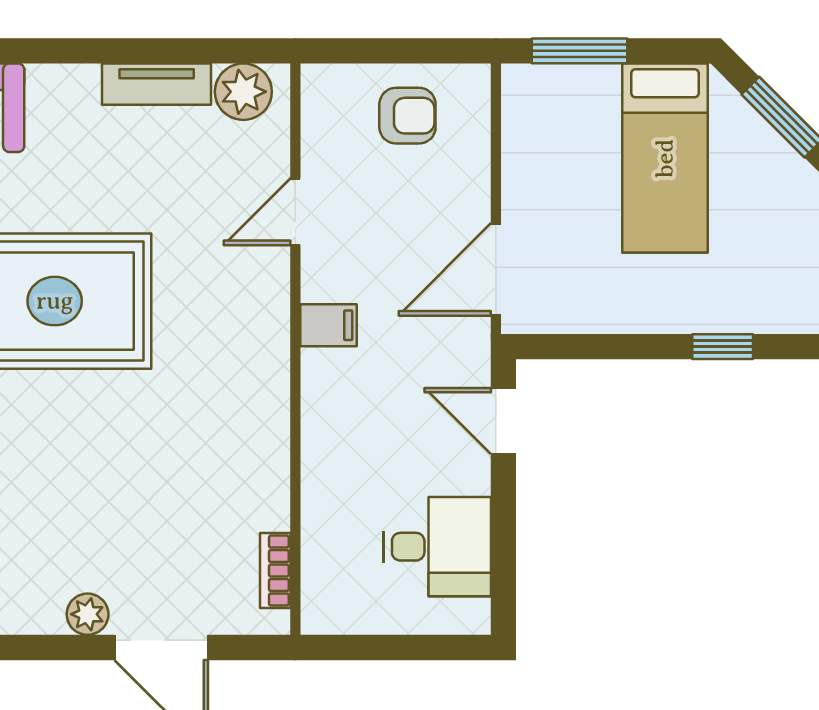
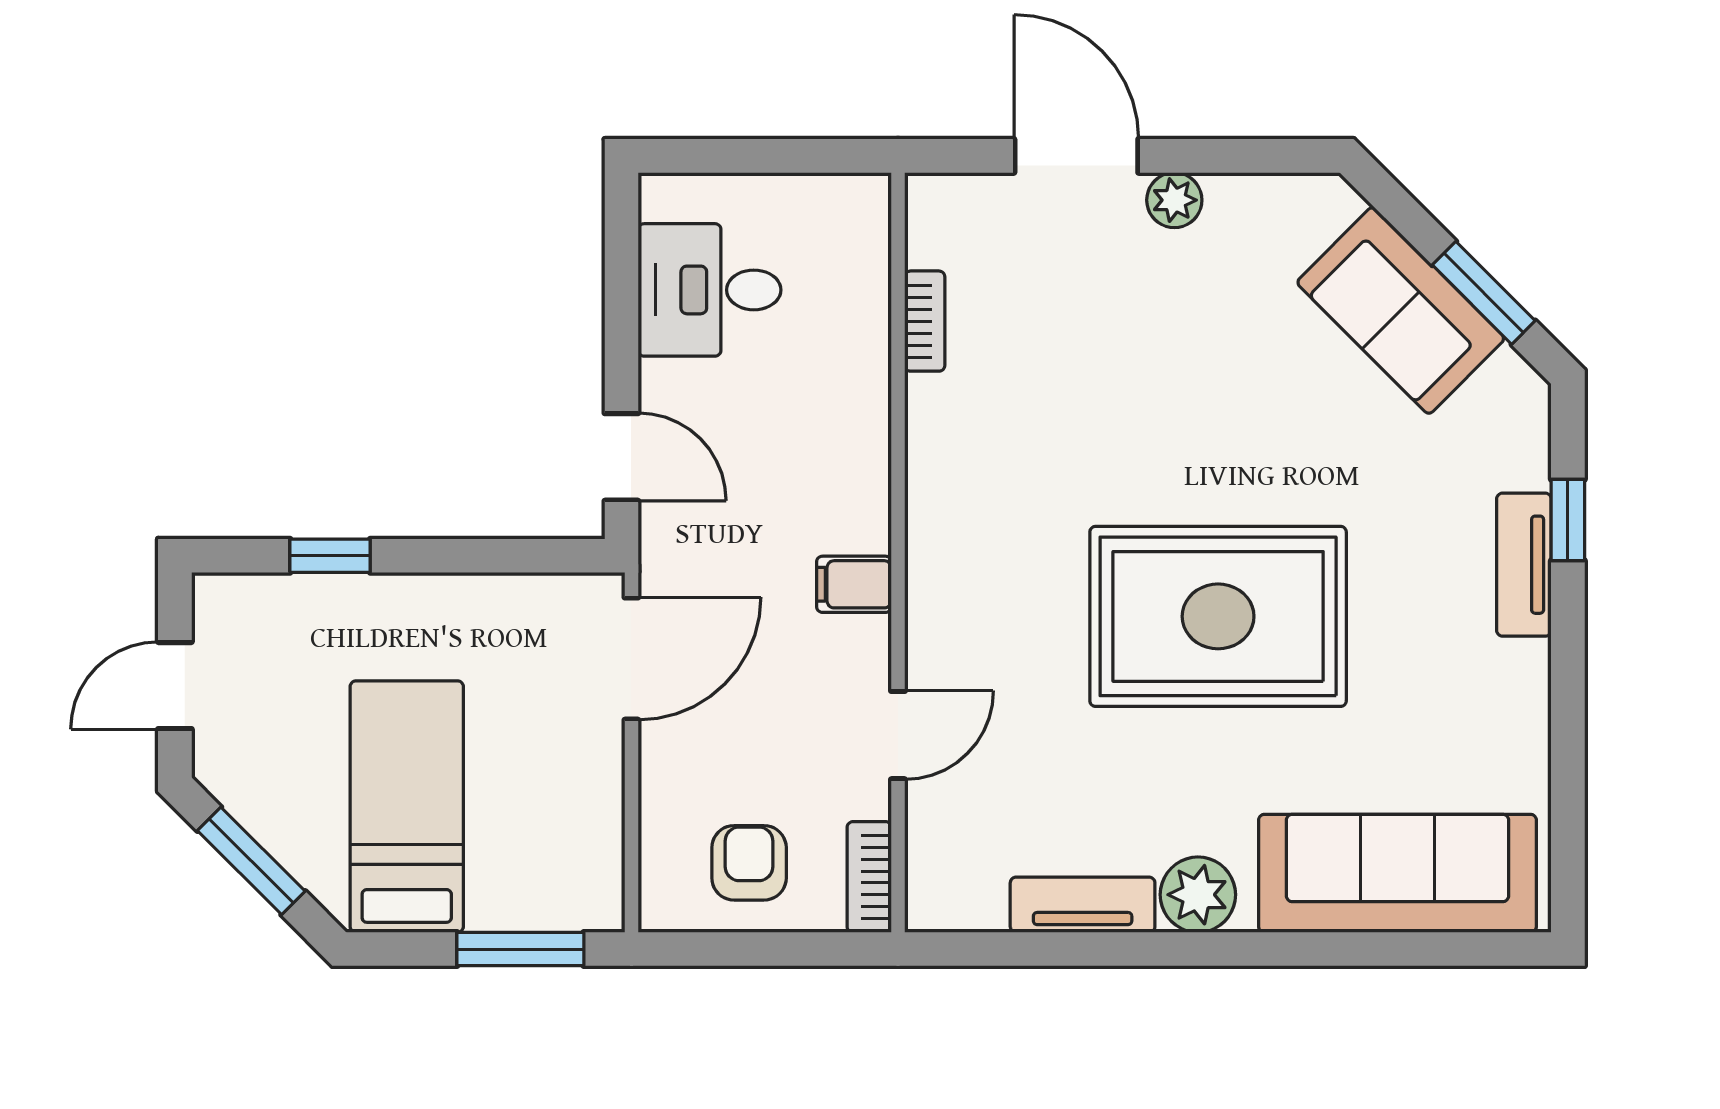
plant: (243, 92) -> (1198, 895), moved
bookcase: (317, 105) -> (869, 877), added
armchair: (407, 116) -> (749, 863), turned 90
bookcase: (275, 571) -> (925, 321), moved

